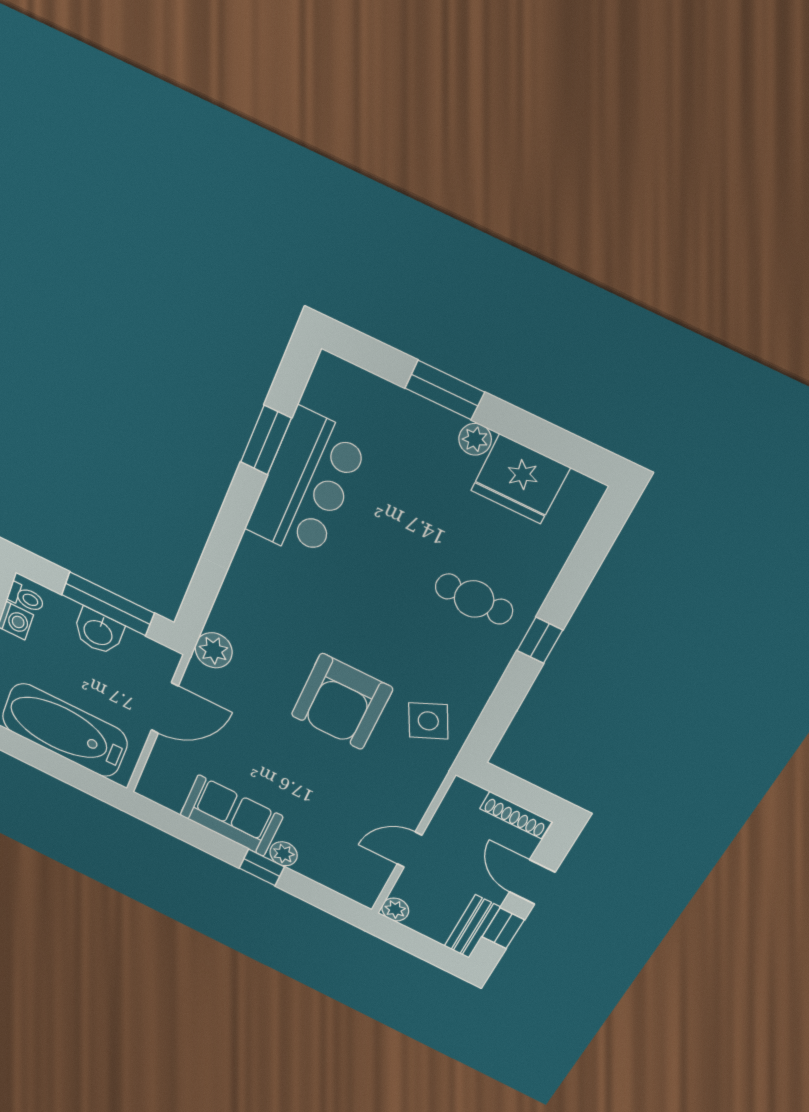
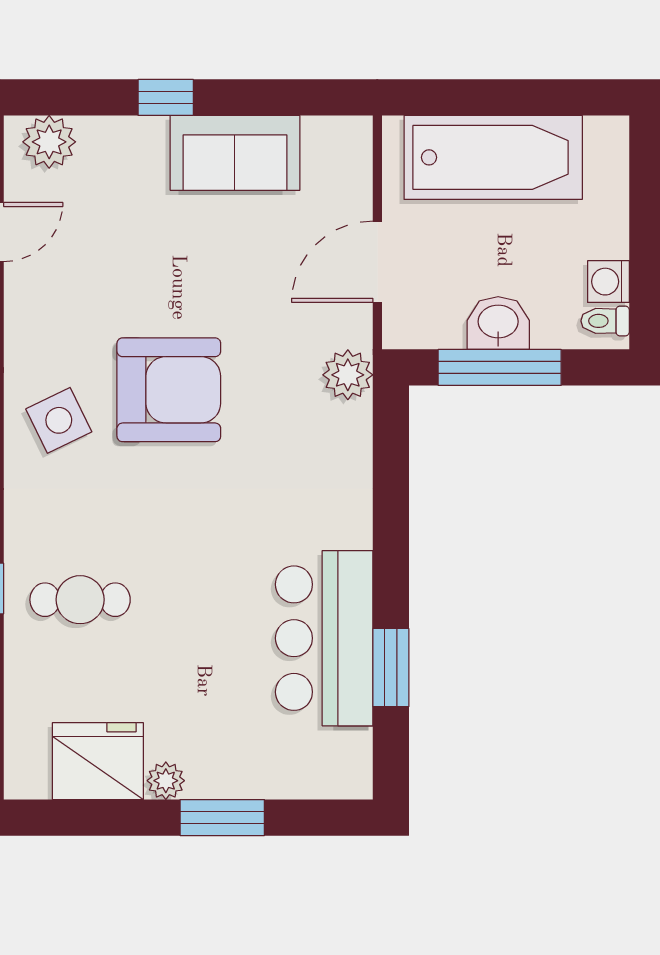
armchair: (342, 702) -> (169, 390), turned 90
plant: (284, 854) -> (49, 142), moved, width x1.38, depth x1.38

